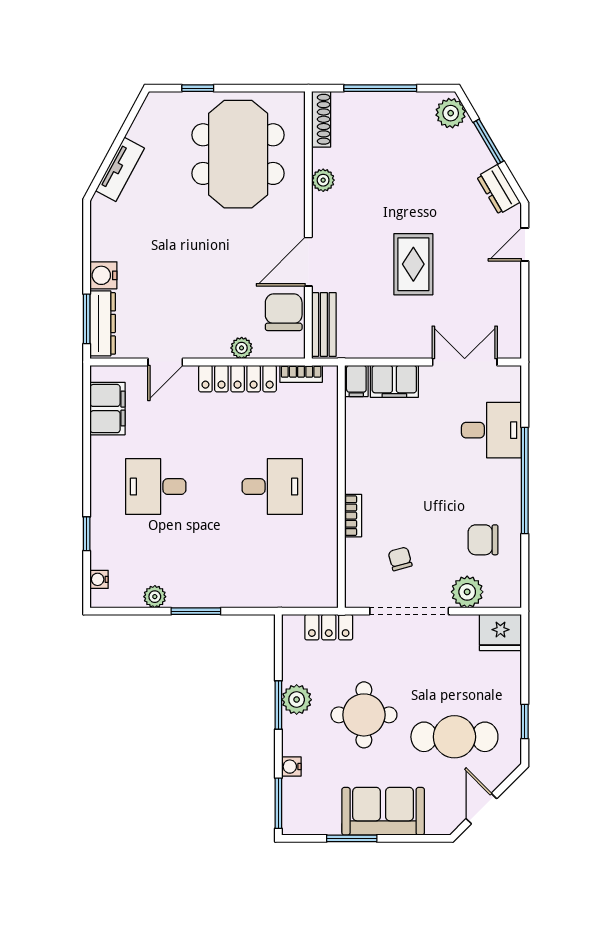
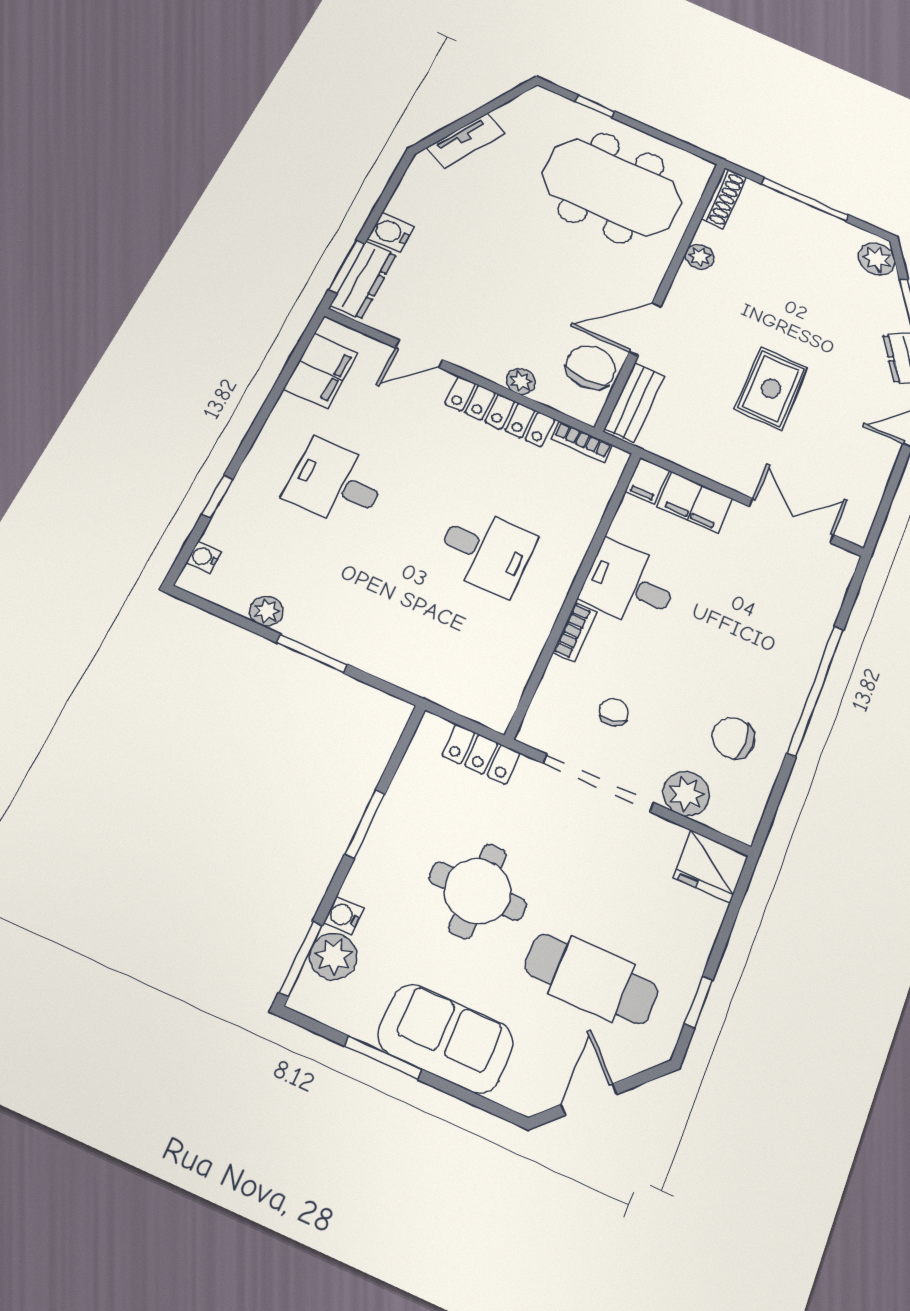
meeting table: (238, 154) -> (612, 188), turned 90
desk: (491, 430) -> (629, 585), moved, turned 180
plant: (297, 700) -> (333, 957), moved

